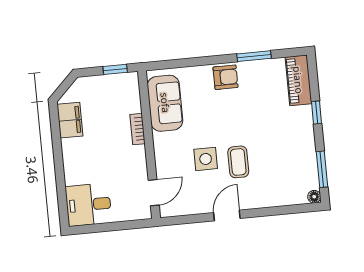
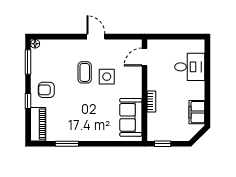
armchair: (226, 77) -> (46, 90), moved
desk: (88, 205) -> (190, 67), moved
door: (227, 216) -> (96, 37), swing flipped

